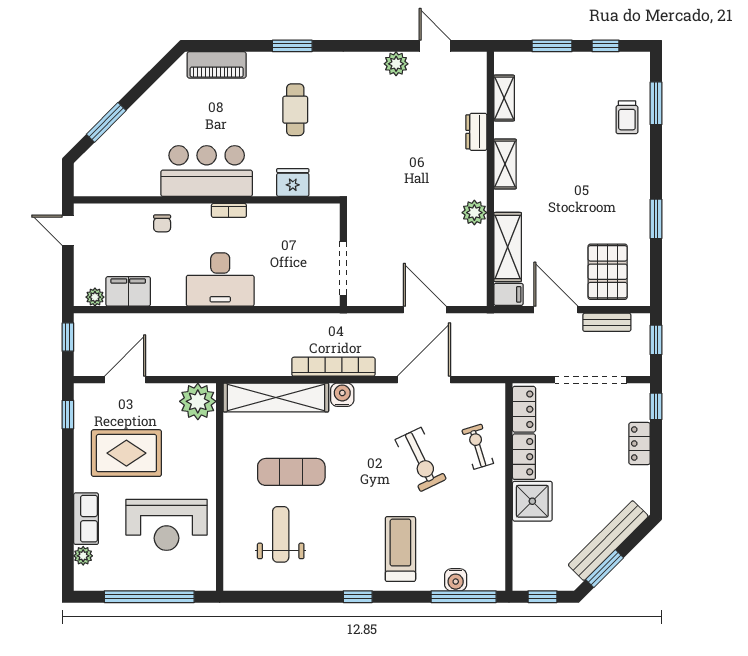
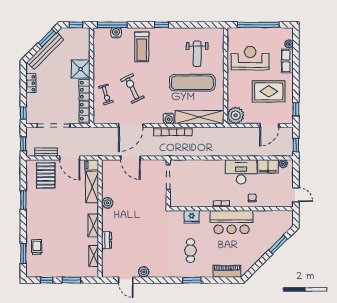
desk: (220, 280) -> (241, 172), moved
locker: (640, 443) -> (31, 83), moved
exercise mat: (291, 472) -> (192, 83), width x1.36, depth x1.45

